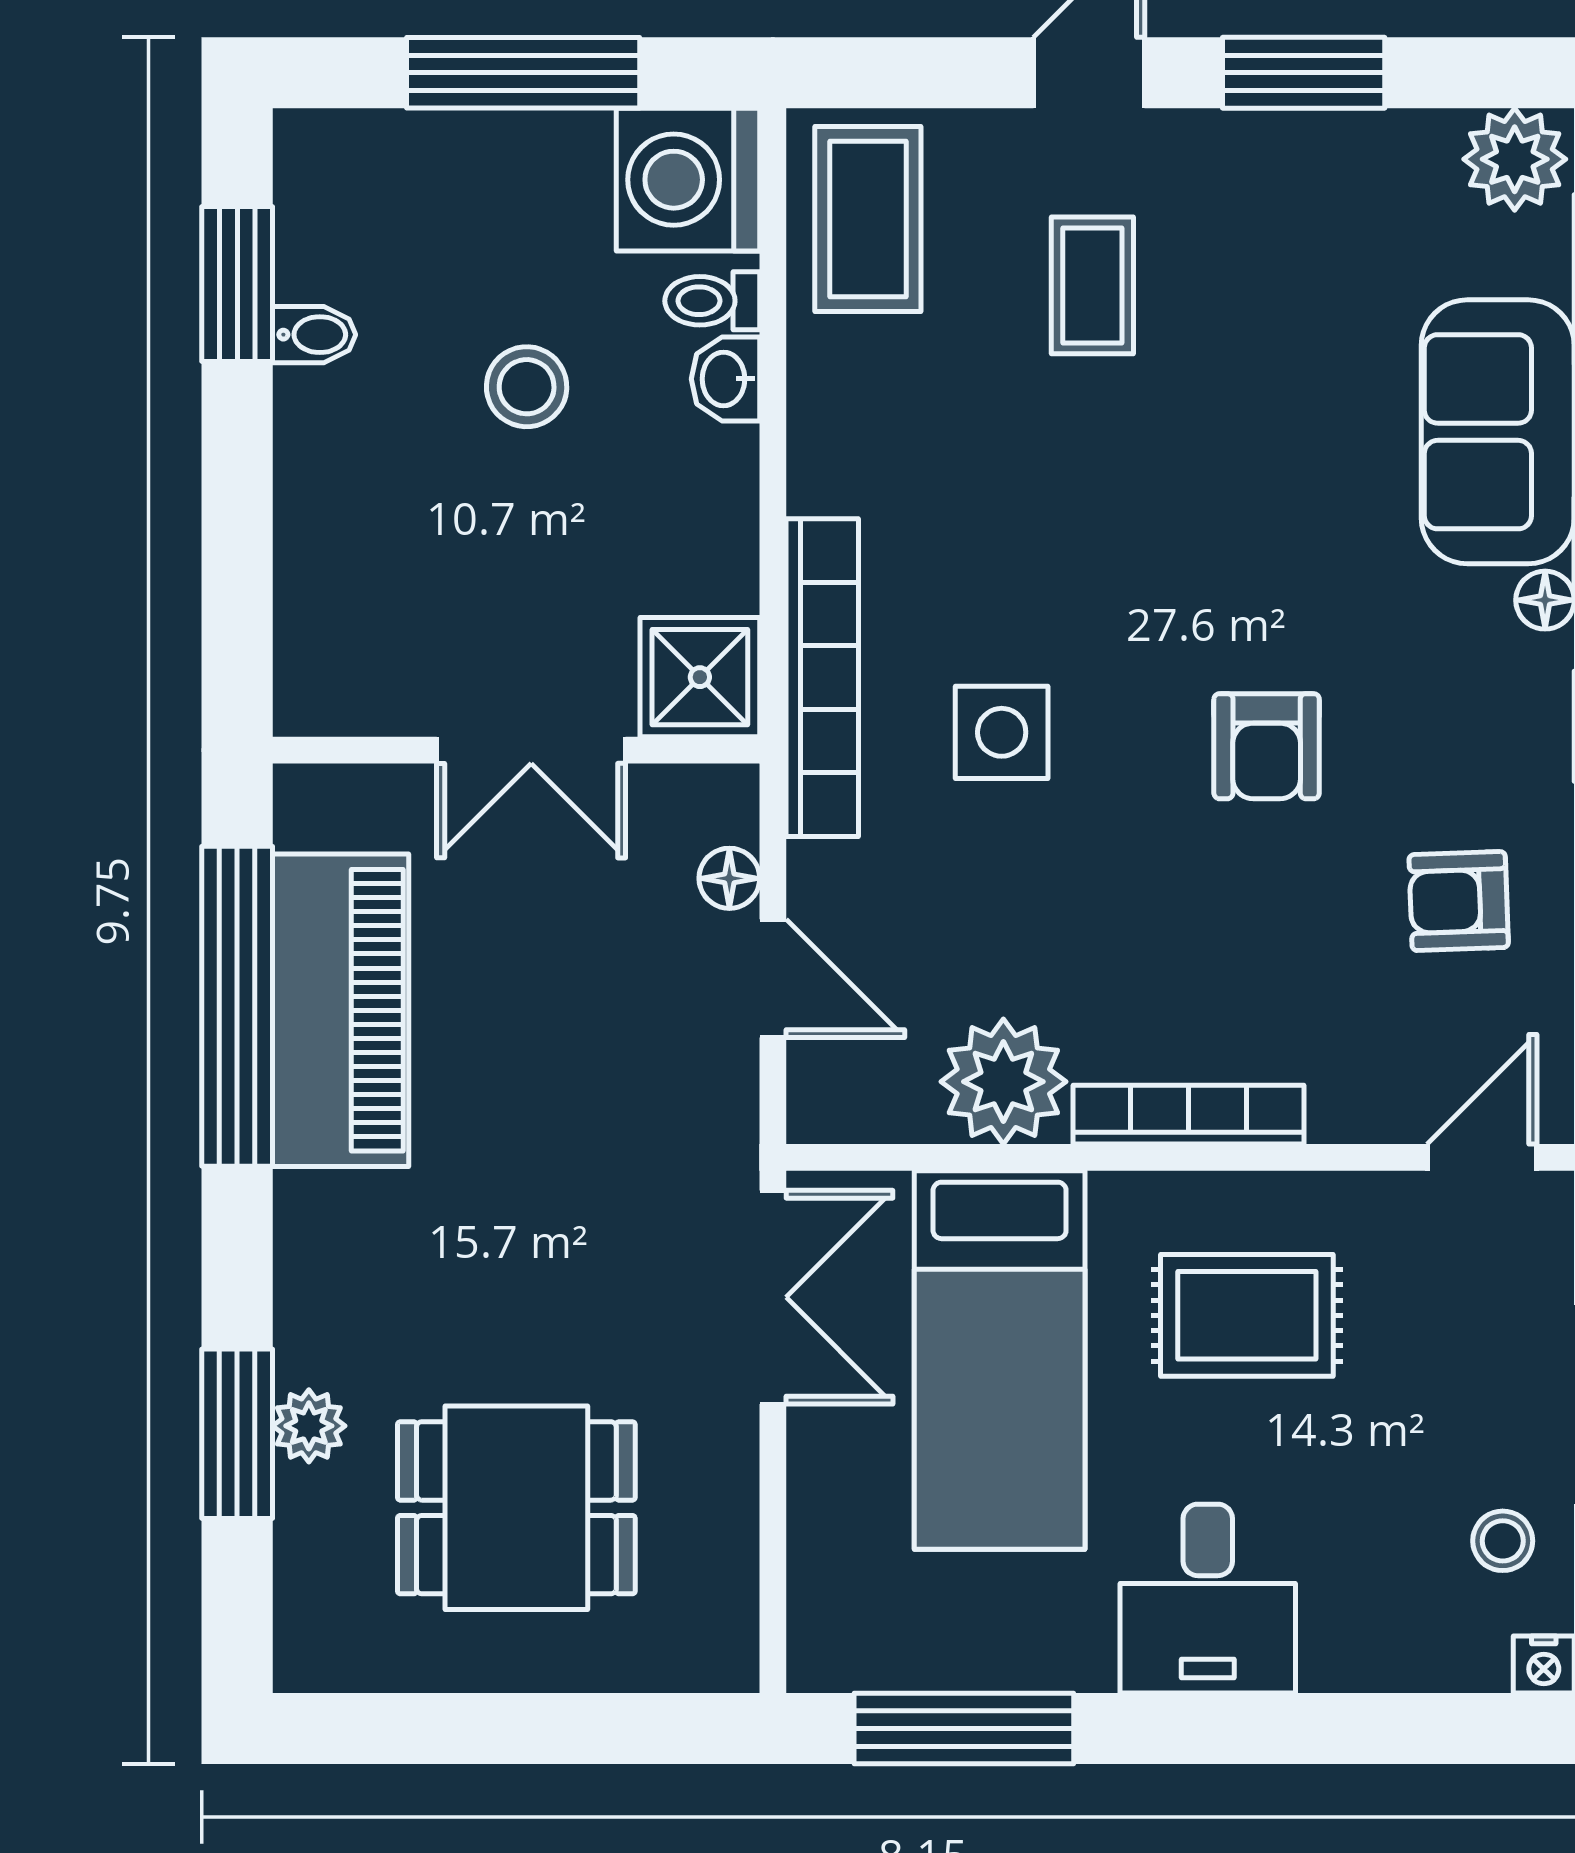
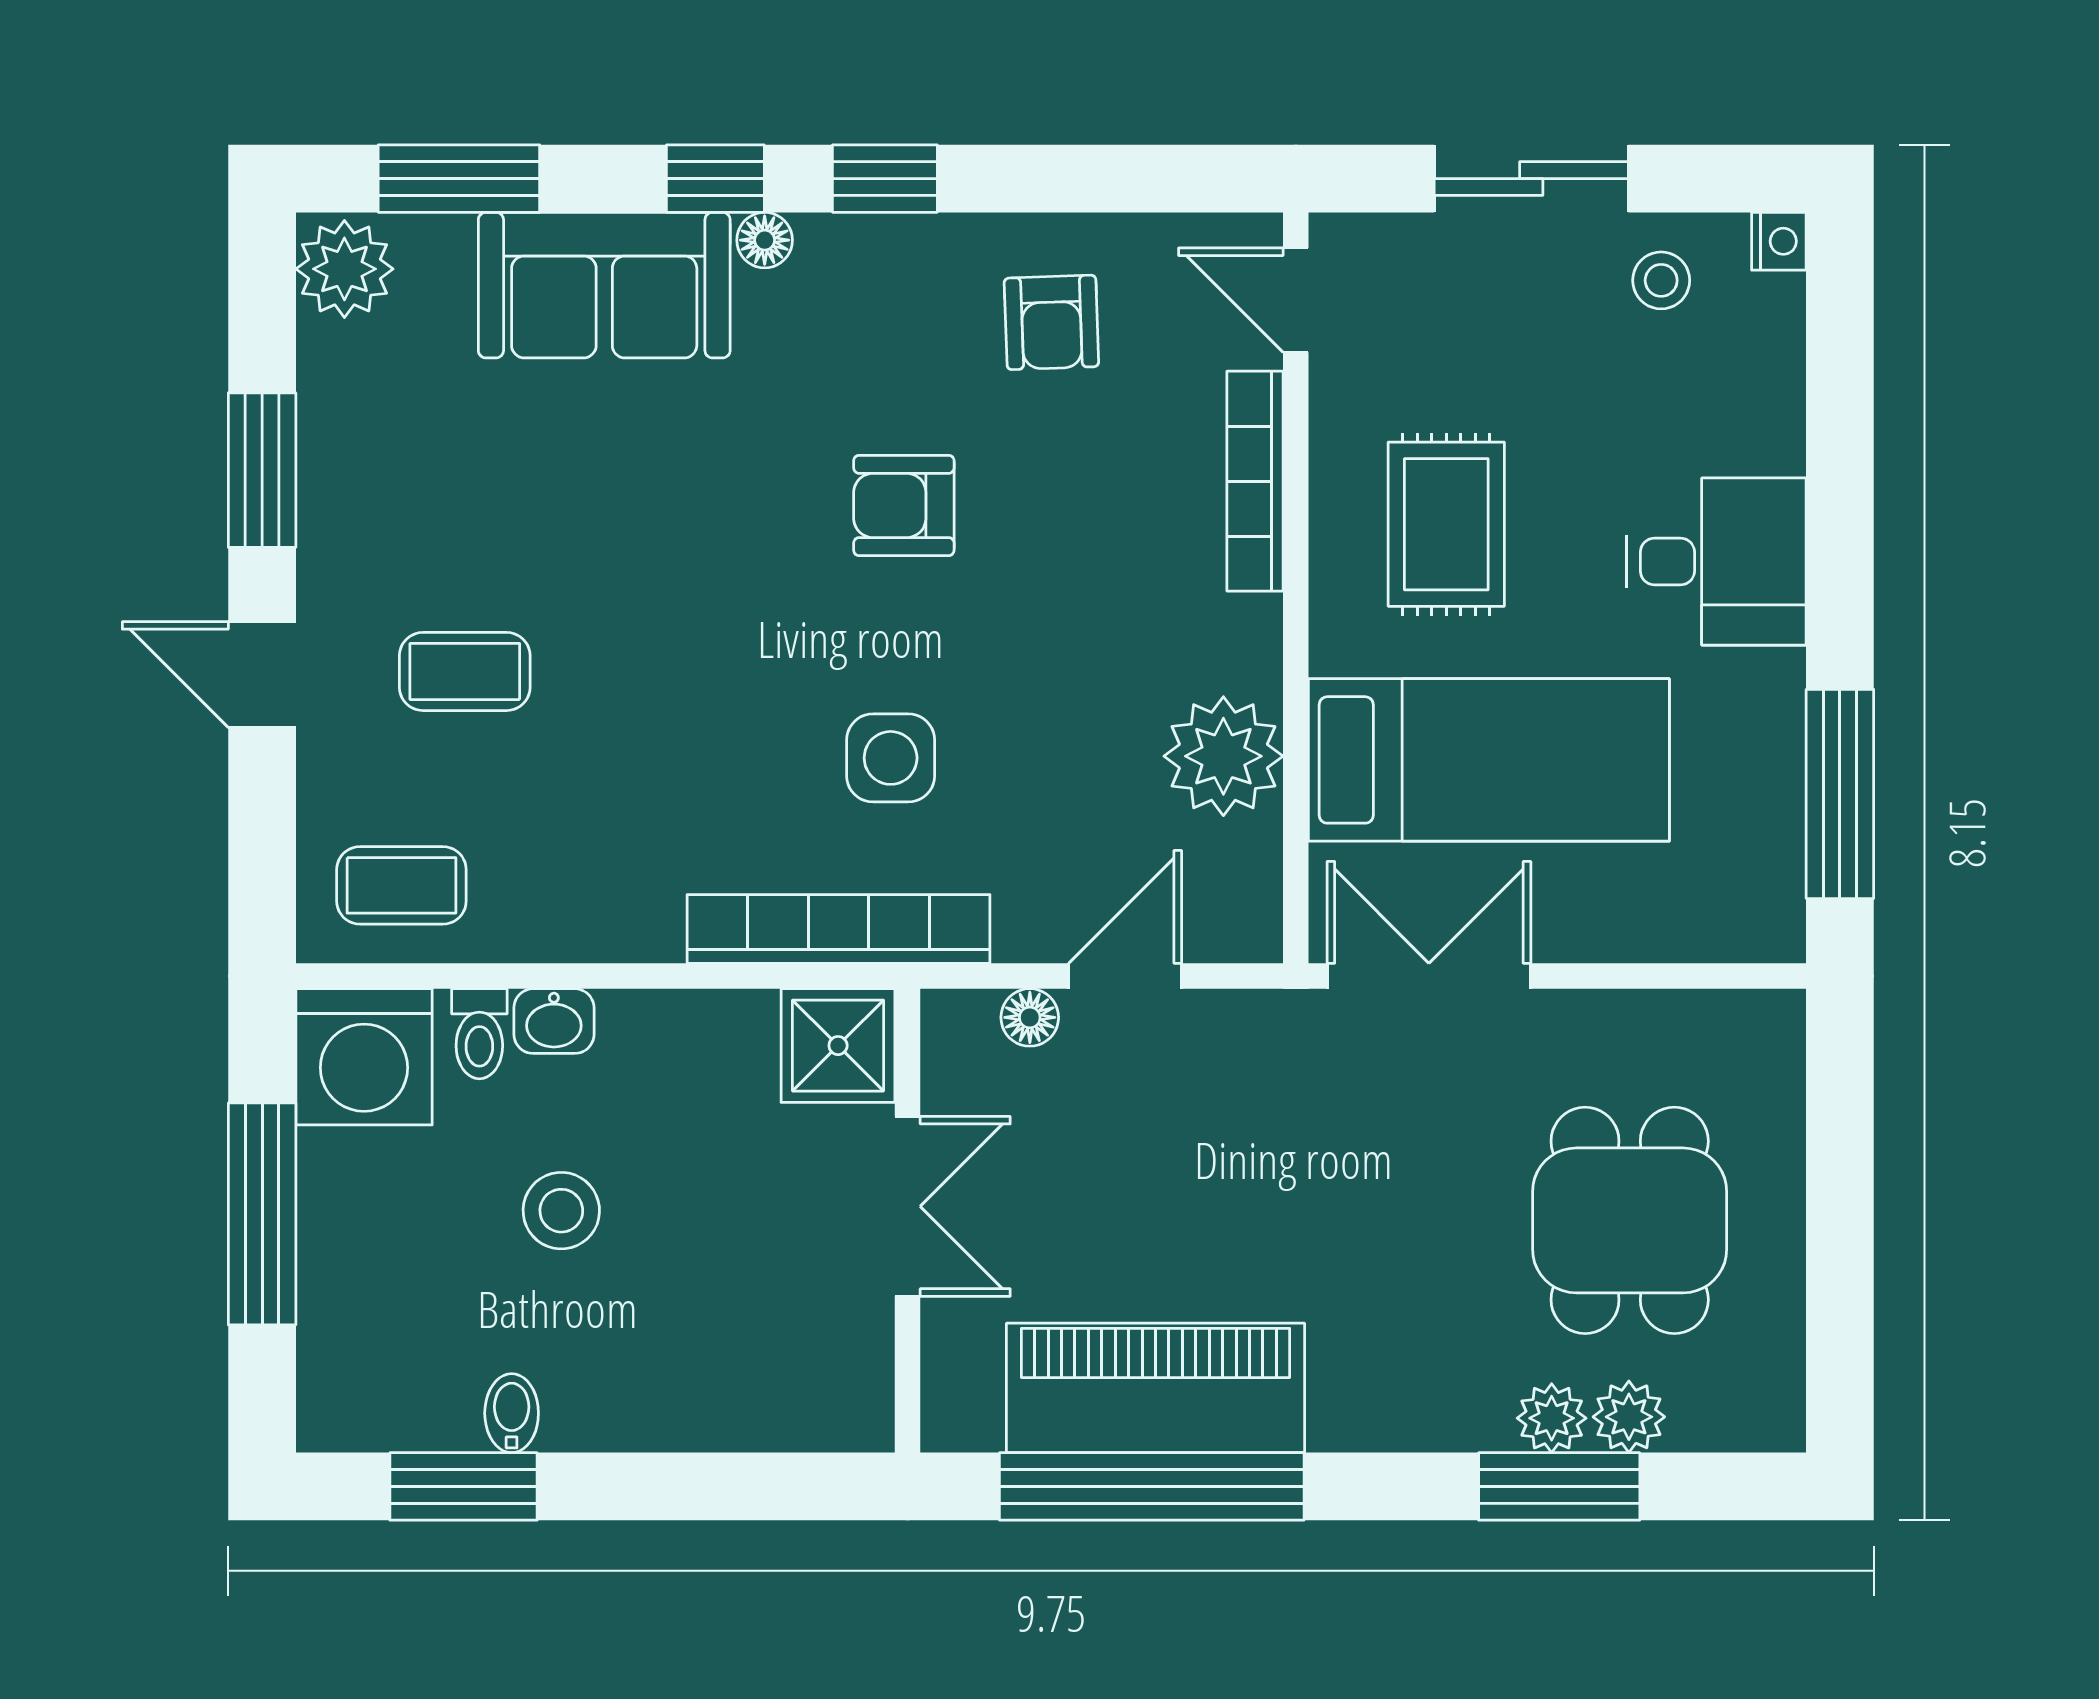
coffee table: (868, 219) -> (401, 885), width x0.73, depth x0.77
armchair: (1267, 746) -> (904, 505), turned 180
bookcase: (1188, 1115) -> (1255, 481), moved
plant: (310, 1507) -> (1629, 1417), added

